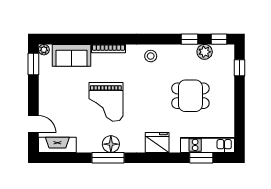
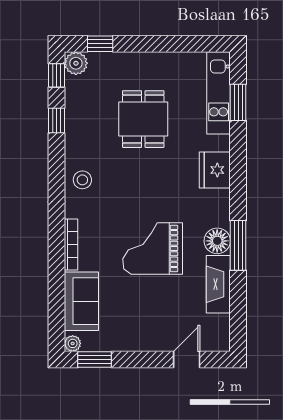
plant: (205, 52) -> (76, 63), moved
grand piano: (106, 102) -> (153, 249), turned 180
fireplace: (57, 145) -> (218, 284), moved

